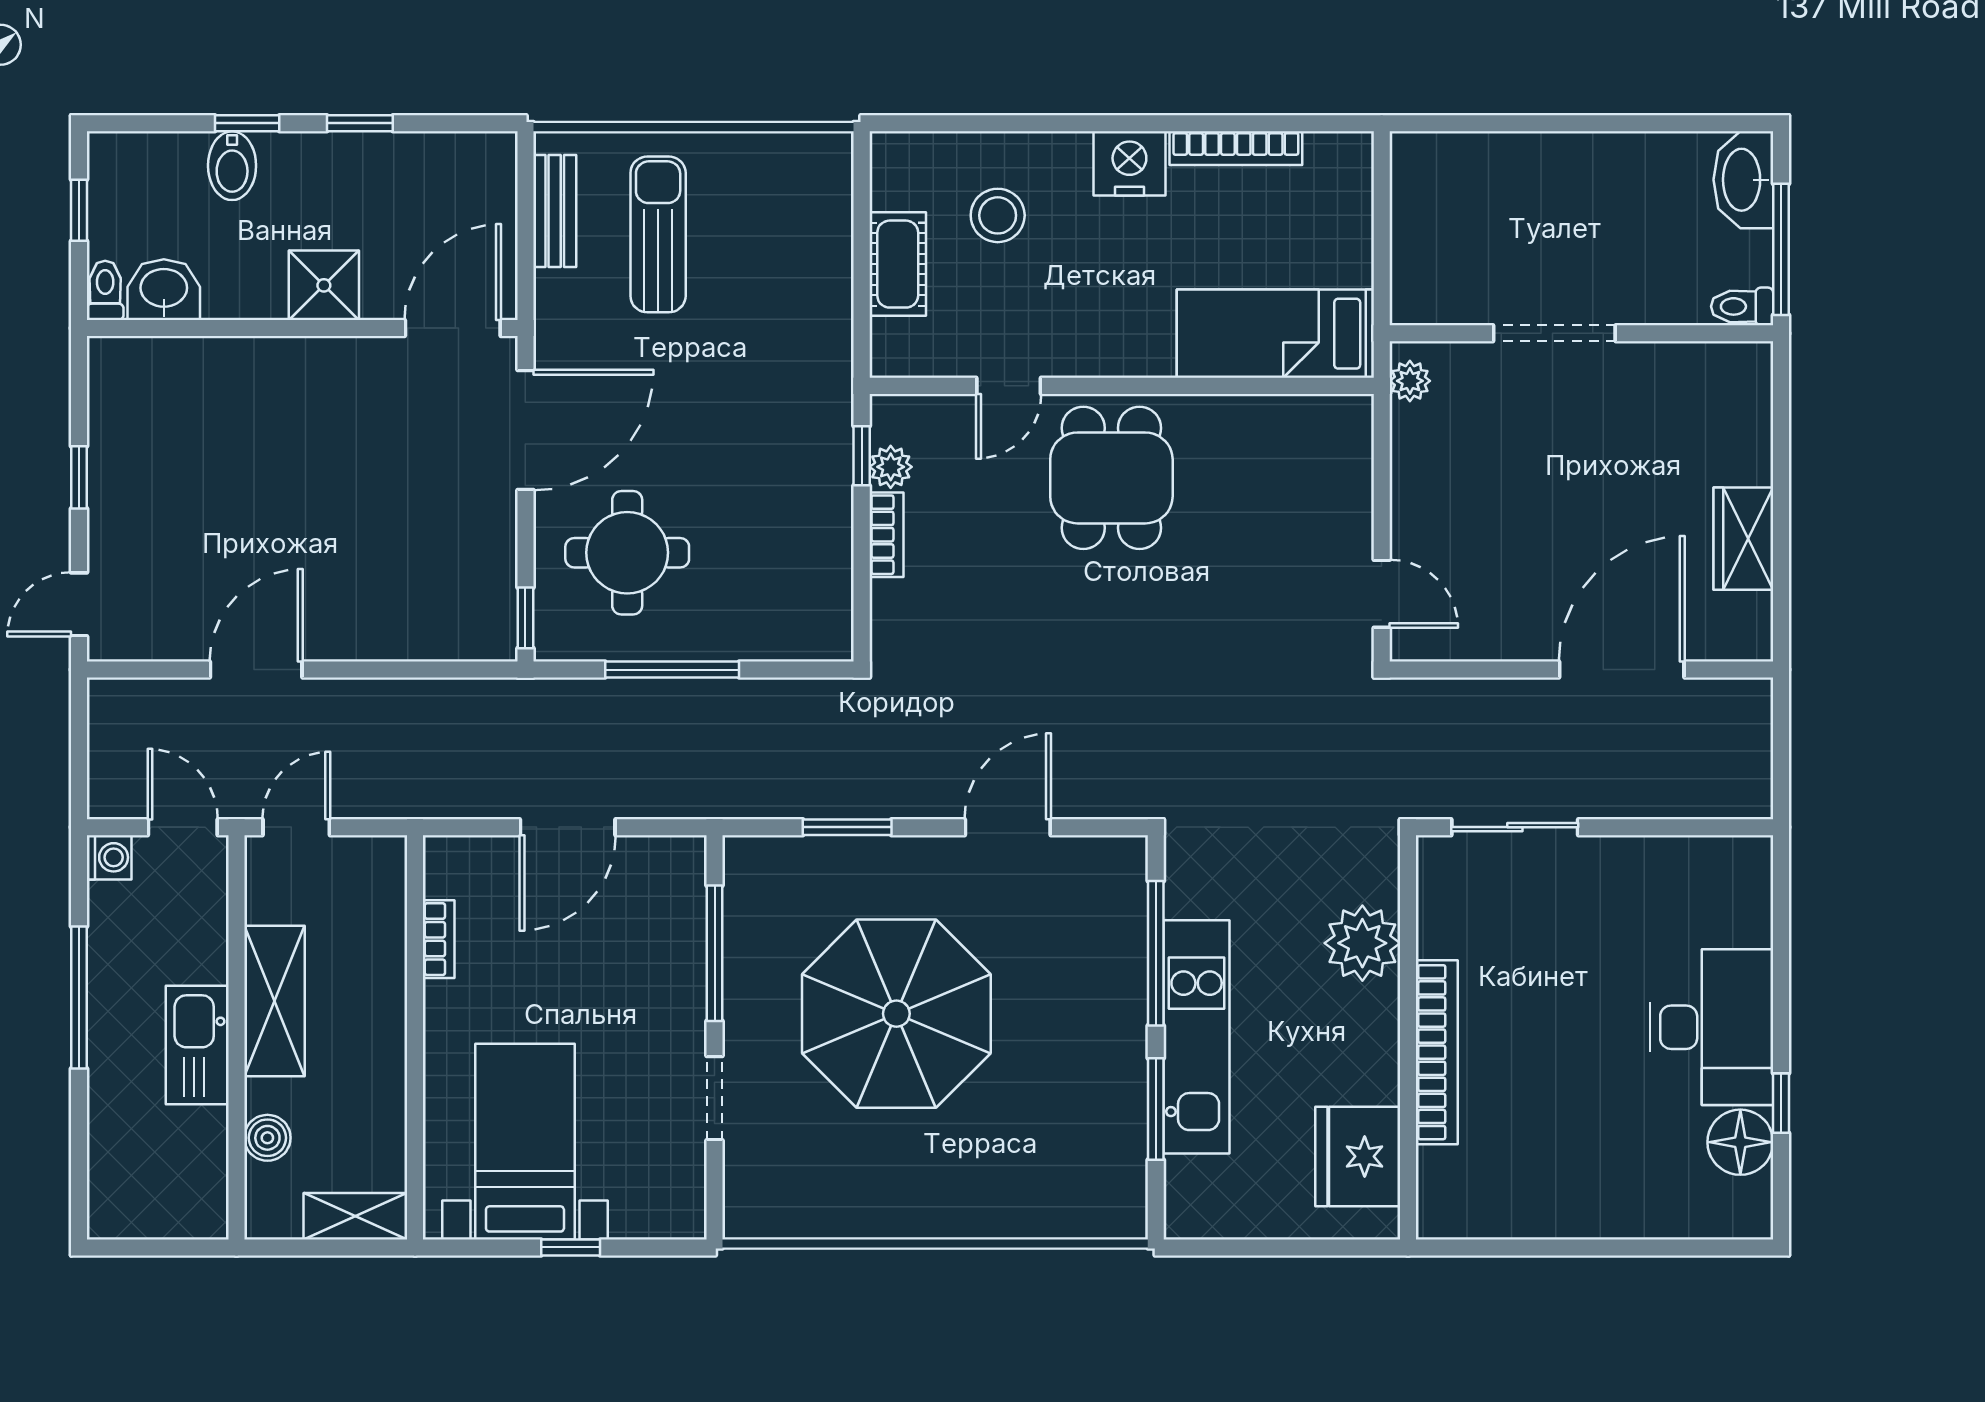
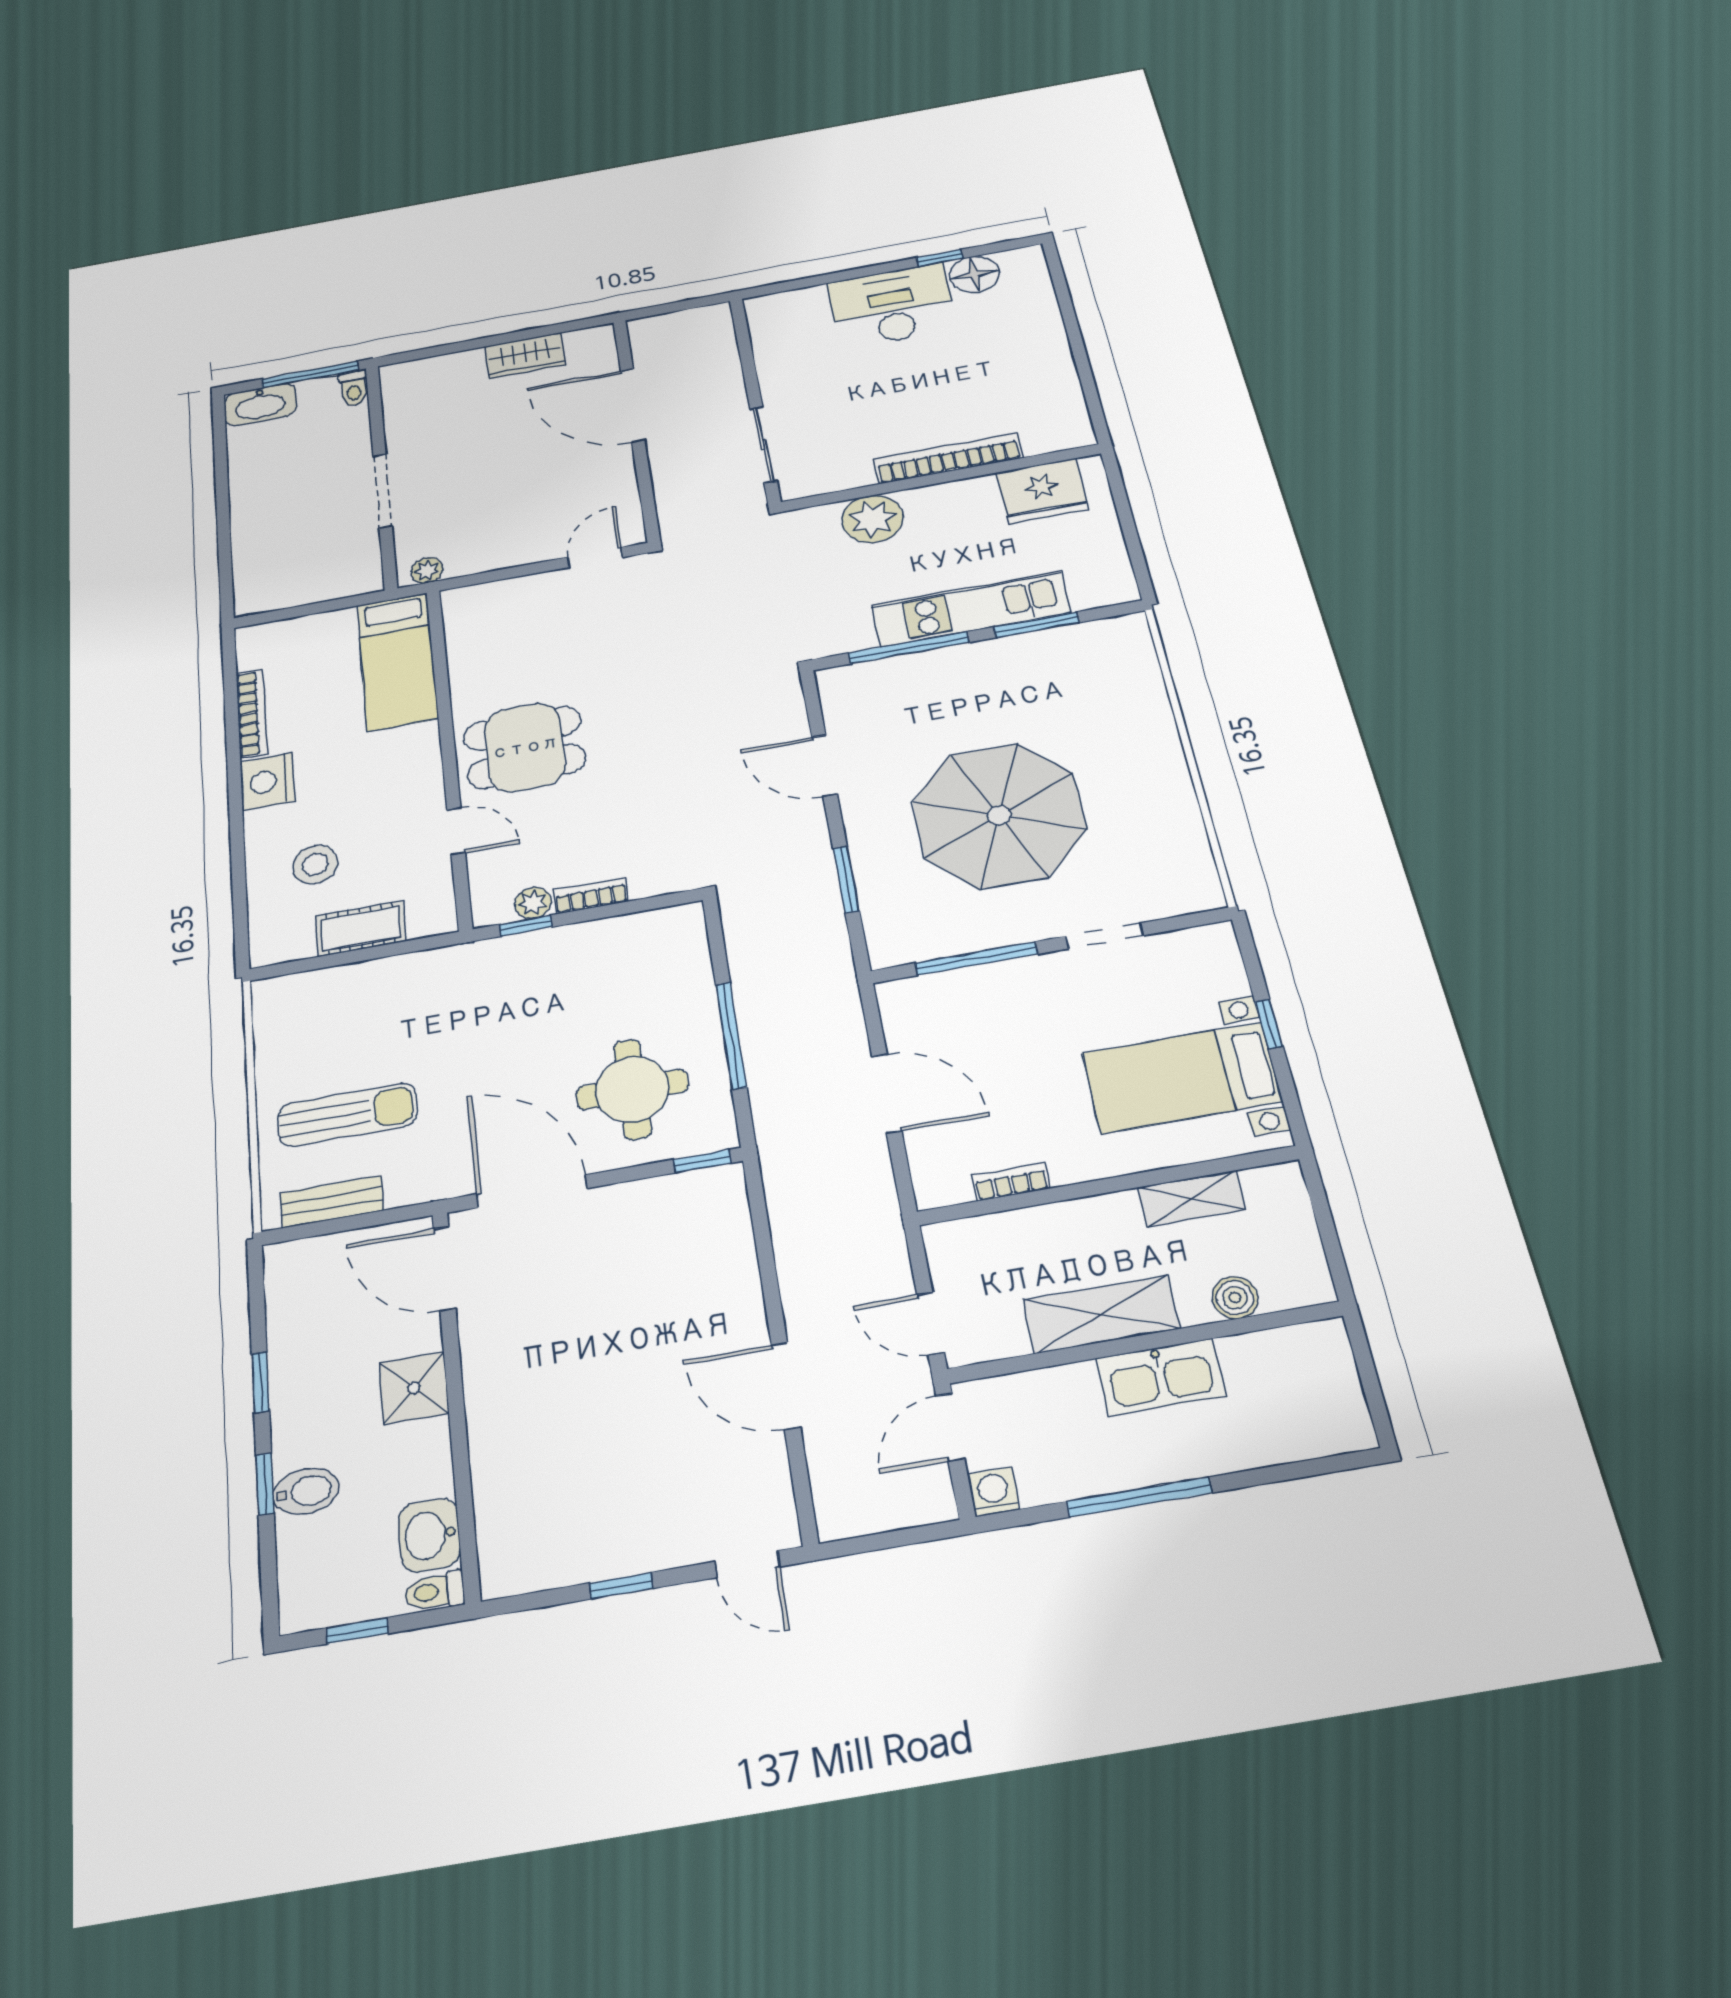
sun lounger: (658, 234) -> (348, 1115), turned 180
shelving: (355, 1216) -> (1192, 1199), moved, turned 90

